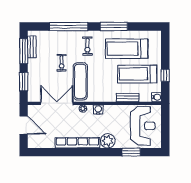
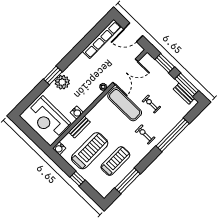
window: (114, 27) -> (128, 181), moved
treadmill: (127, 49) -> (115, 161), width x0.73, depth x0.73
window: (165, 75) -> (78, 179), moved
water cooler: (98, 110) -> (77, 112), moved
row of seats: (77, 143) -> (102, 39), moved
window: (131, 152) -> (53, 75), moved

